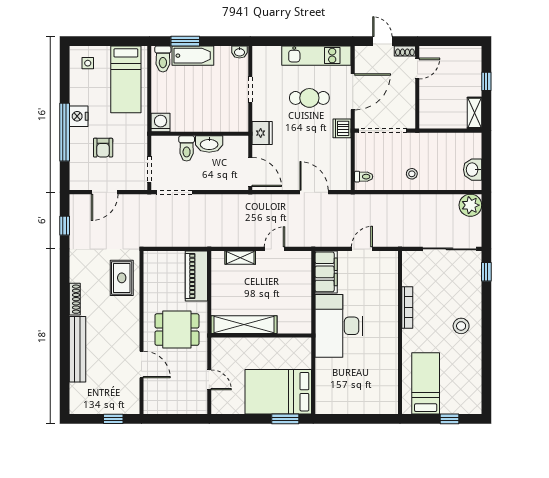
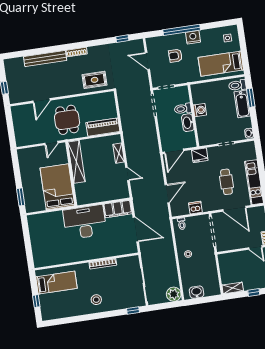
washing machine: (161, 123) -> (200, 110), moved
dishwasher: (342, 128) -> (195, 208), moved
door: (362, 249) -> (136, 229), width x1.87
door: (209, 380) -> (51, 143), moved
bed: (278, 392) -> (57, 187), moved

